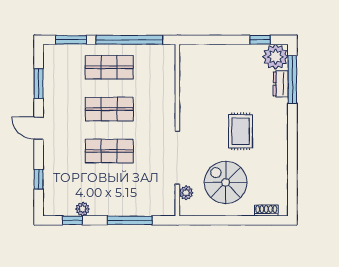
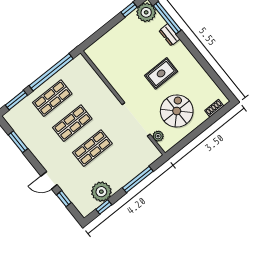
dresser: (281, 84) -> (169, 35), moved
door: (39, 128) -> (49, 180), moved
rug: (241, 131) -> (161, 73), turned 90
spiral stairs: (226, 182) -> (177, 111), turned 90
plant: (83, 209) -> (101, 192), width x1.87, depth x1.87

